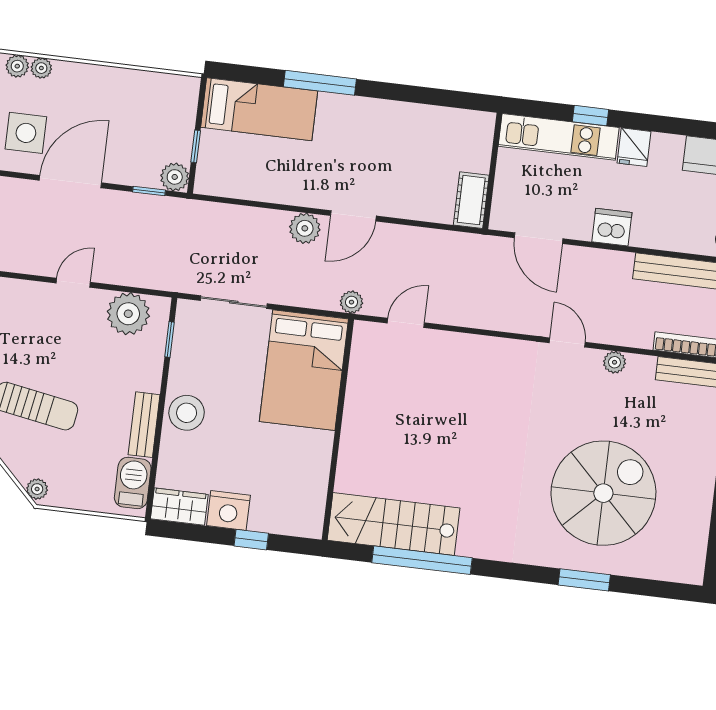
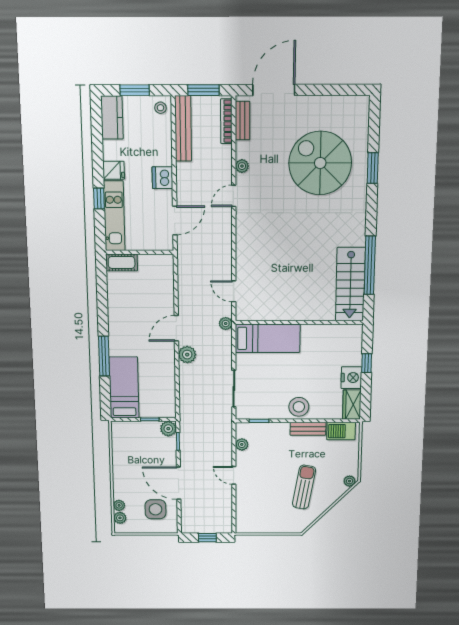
cot: (471, 200) -> (122, 262), moved
door: (353, 216) -> (176, 328), swing flipped
plant: (128, 314) -> (242, 444), width x0.53, depth x0.53
bed: (304, 370) -> (268, 338), width x0.67

